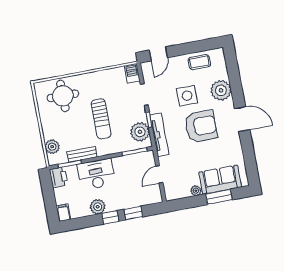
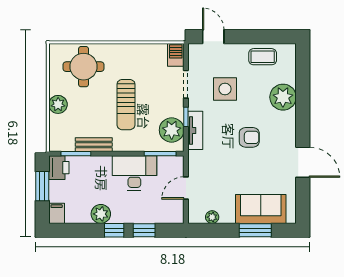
door: (158, 54) -> (213, 37), swing flipped
side table: (187, 96) -> (225, 89), moved
door: (242, 119) -> (303, 162), moved
armchair: (201, 126) -> (249, 137), width x0.53, depth x0.53
tv unit: (159, 135) -> (195, 130), width x0.71
plant: (52, 147) -> (58, 104), moved
desk: (96, 174) -> (134, 173), moved
plant: (196, 191) -> (212, 217), moved
window: (48, 194) -> (42, 186), added

